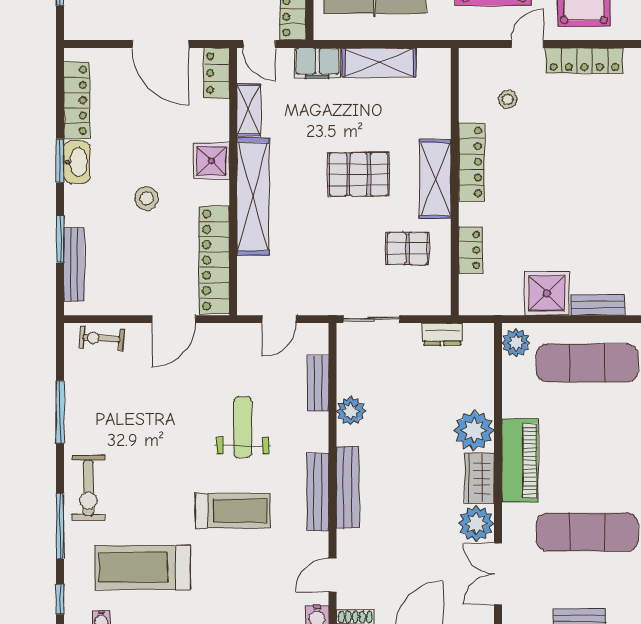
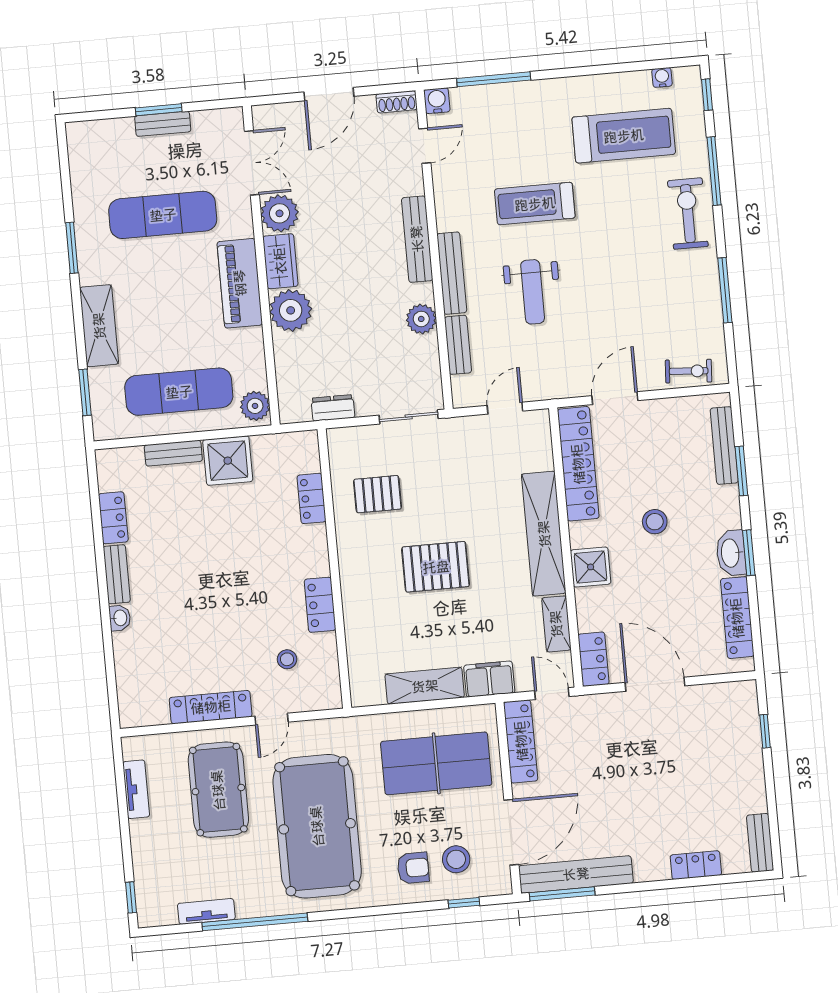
locker: (472, 162) -> (320, 605), width x0.66
shelving: (435, 179) -> (355, 569), removed
bench: (318, 492) -> (452, 273), moved

